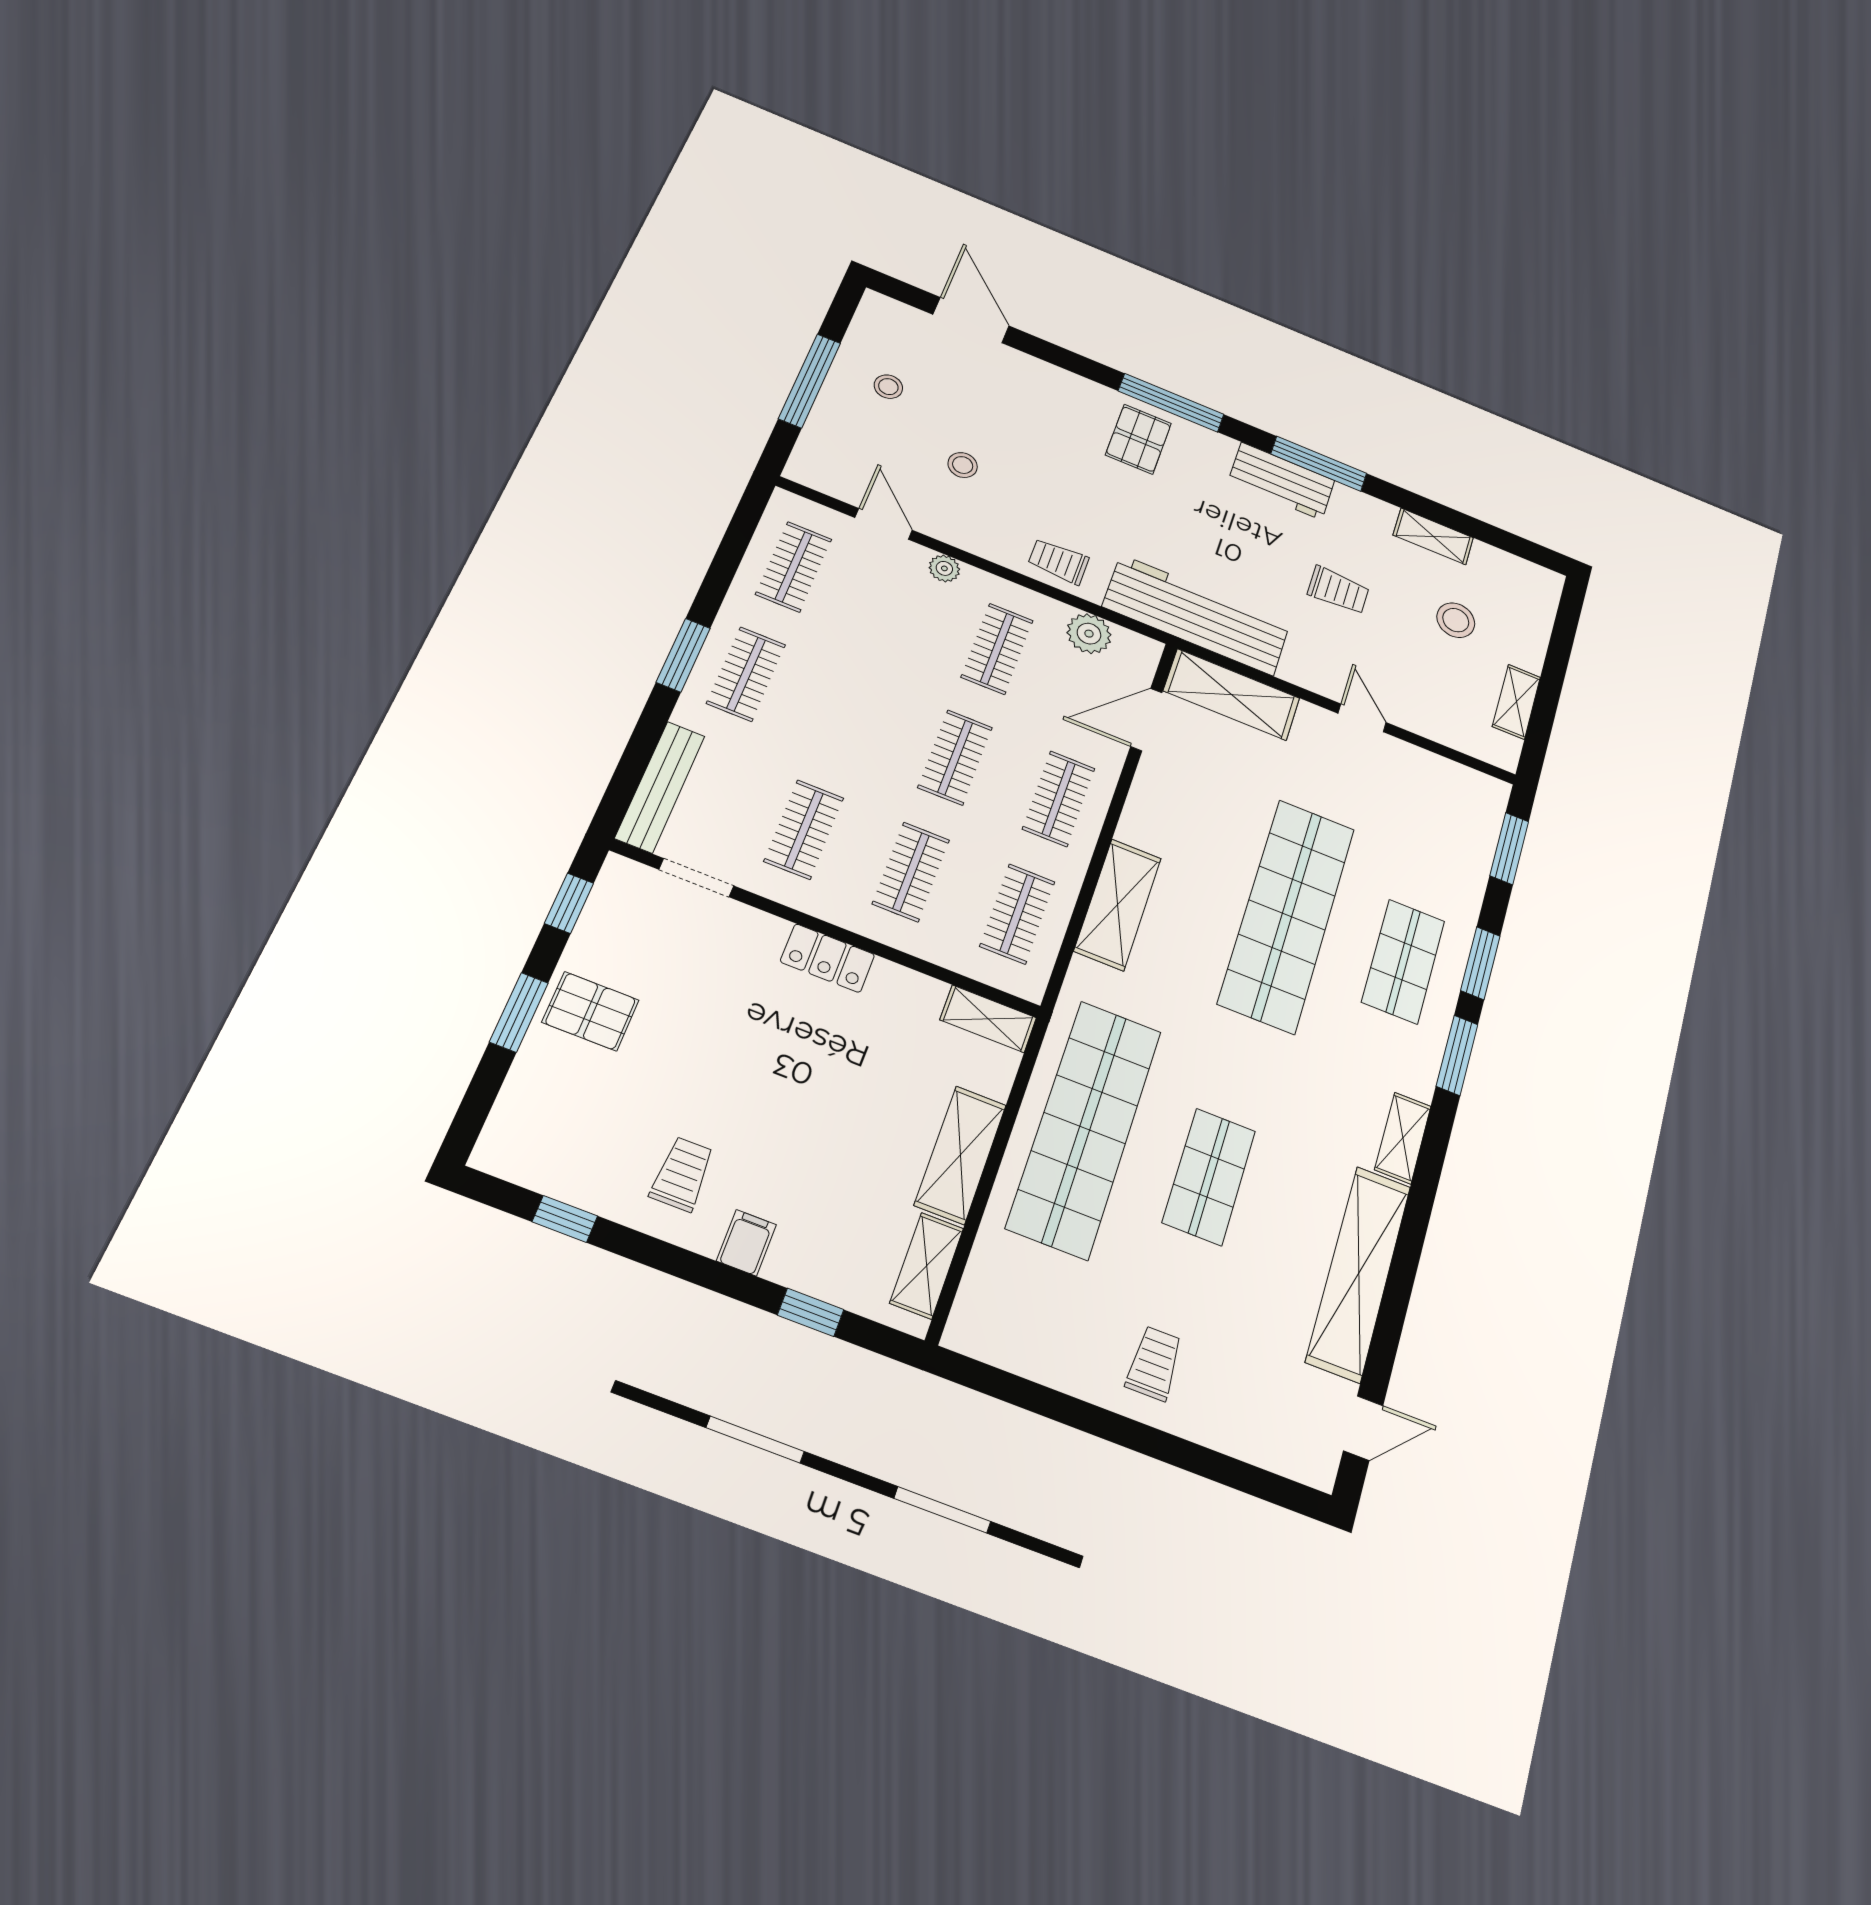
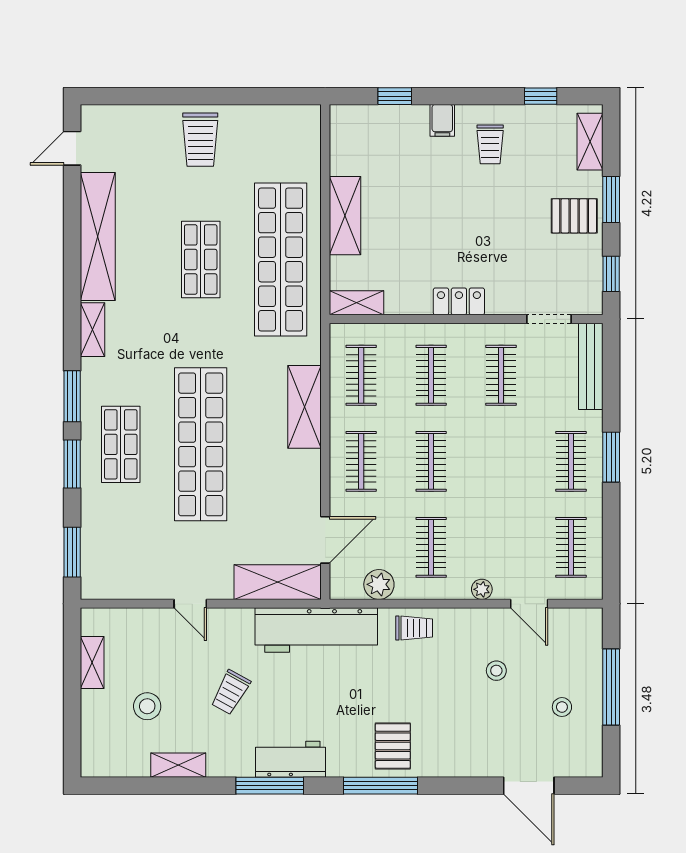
trolley: (1338, 590) -> (231, 692), turned -61
shelving: (927, 1266) -> (590, 142), moved
trolley: (1154, 1363) -> (200, 140), width x1.36, depth x1.39

